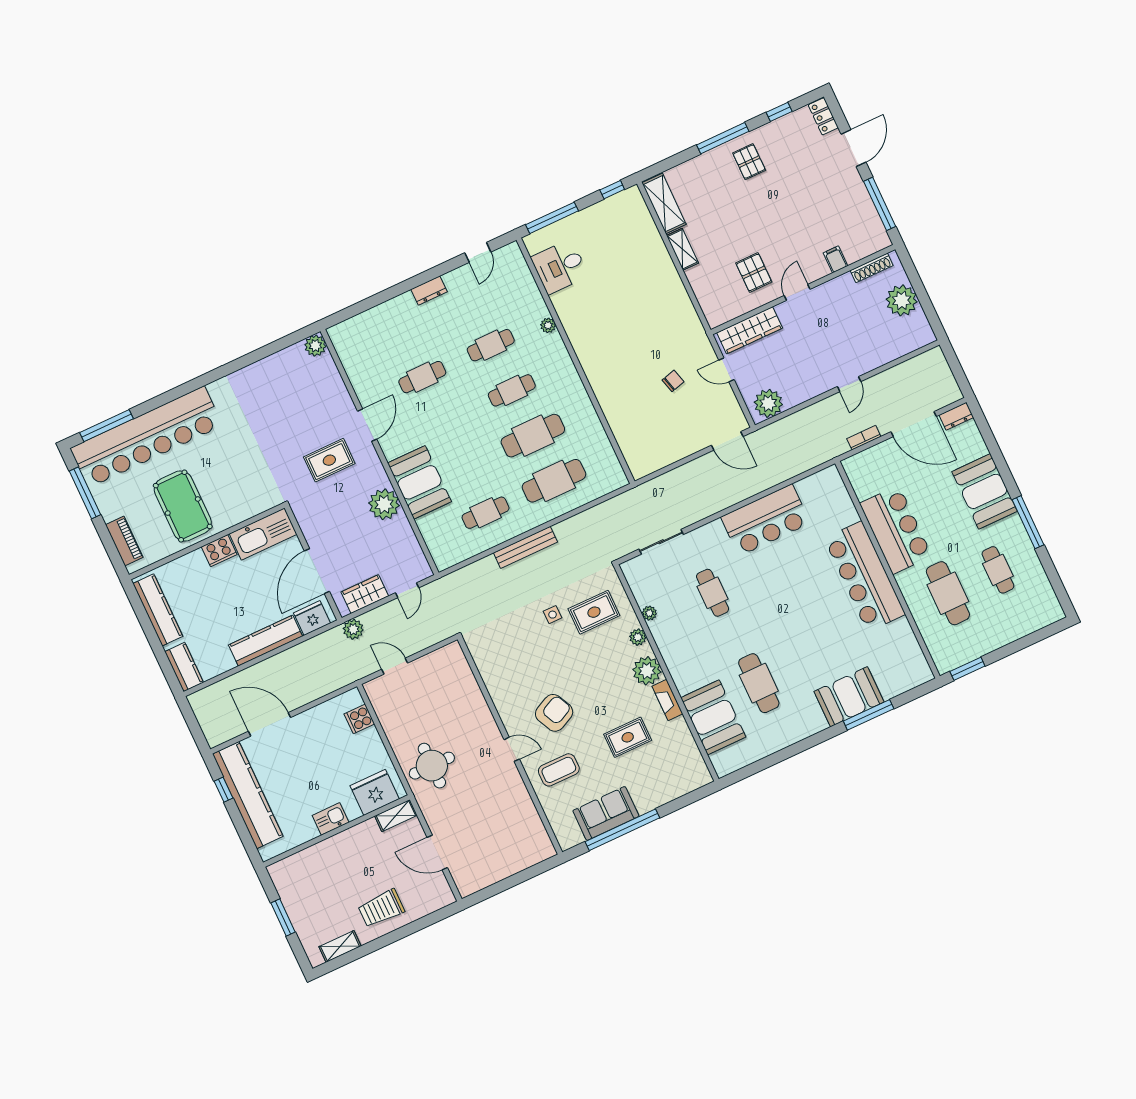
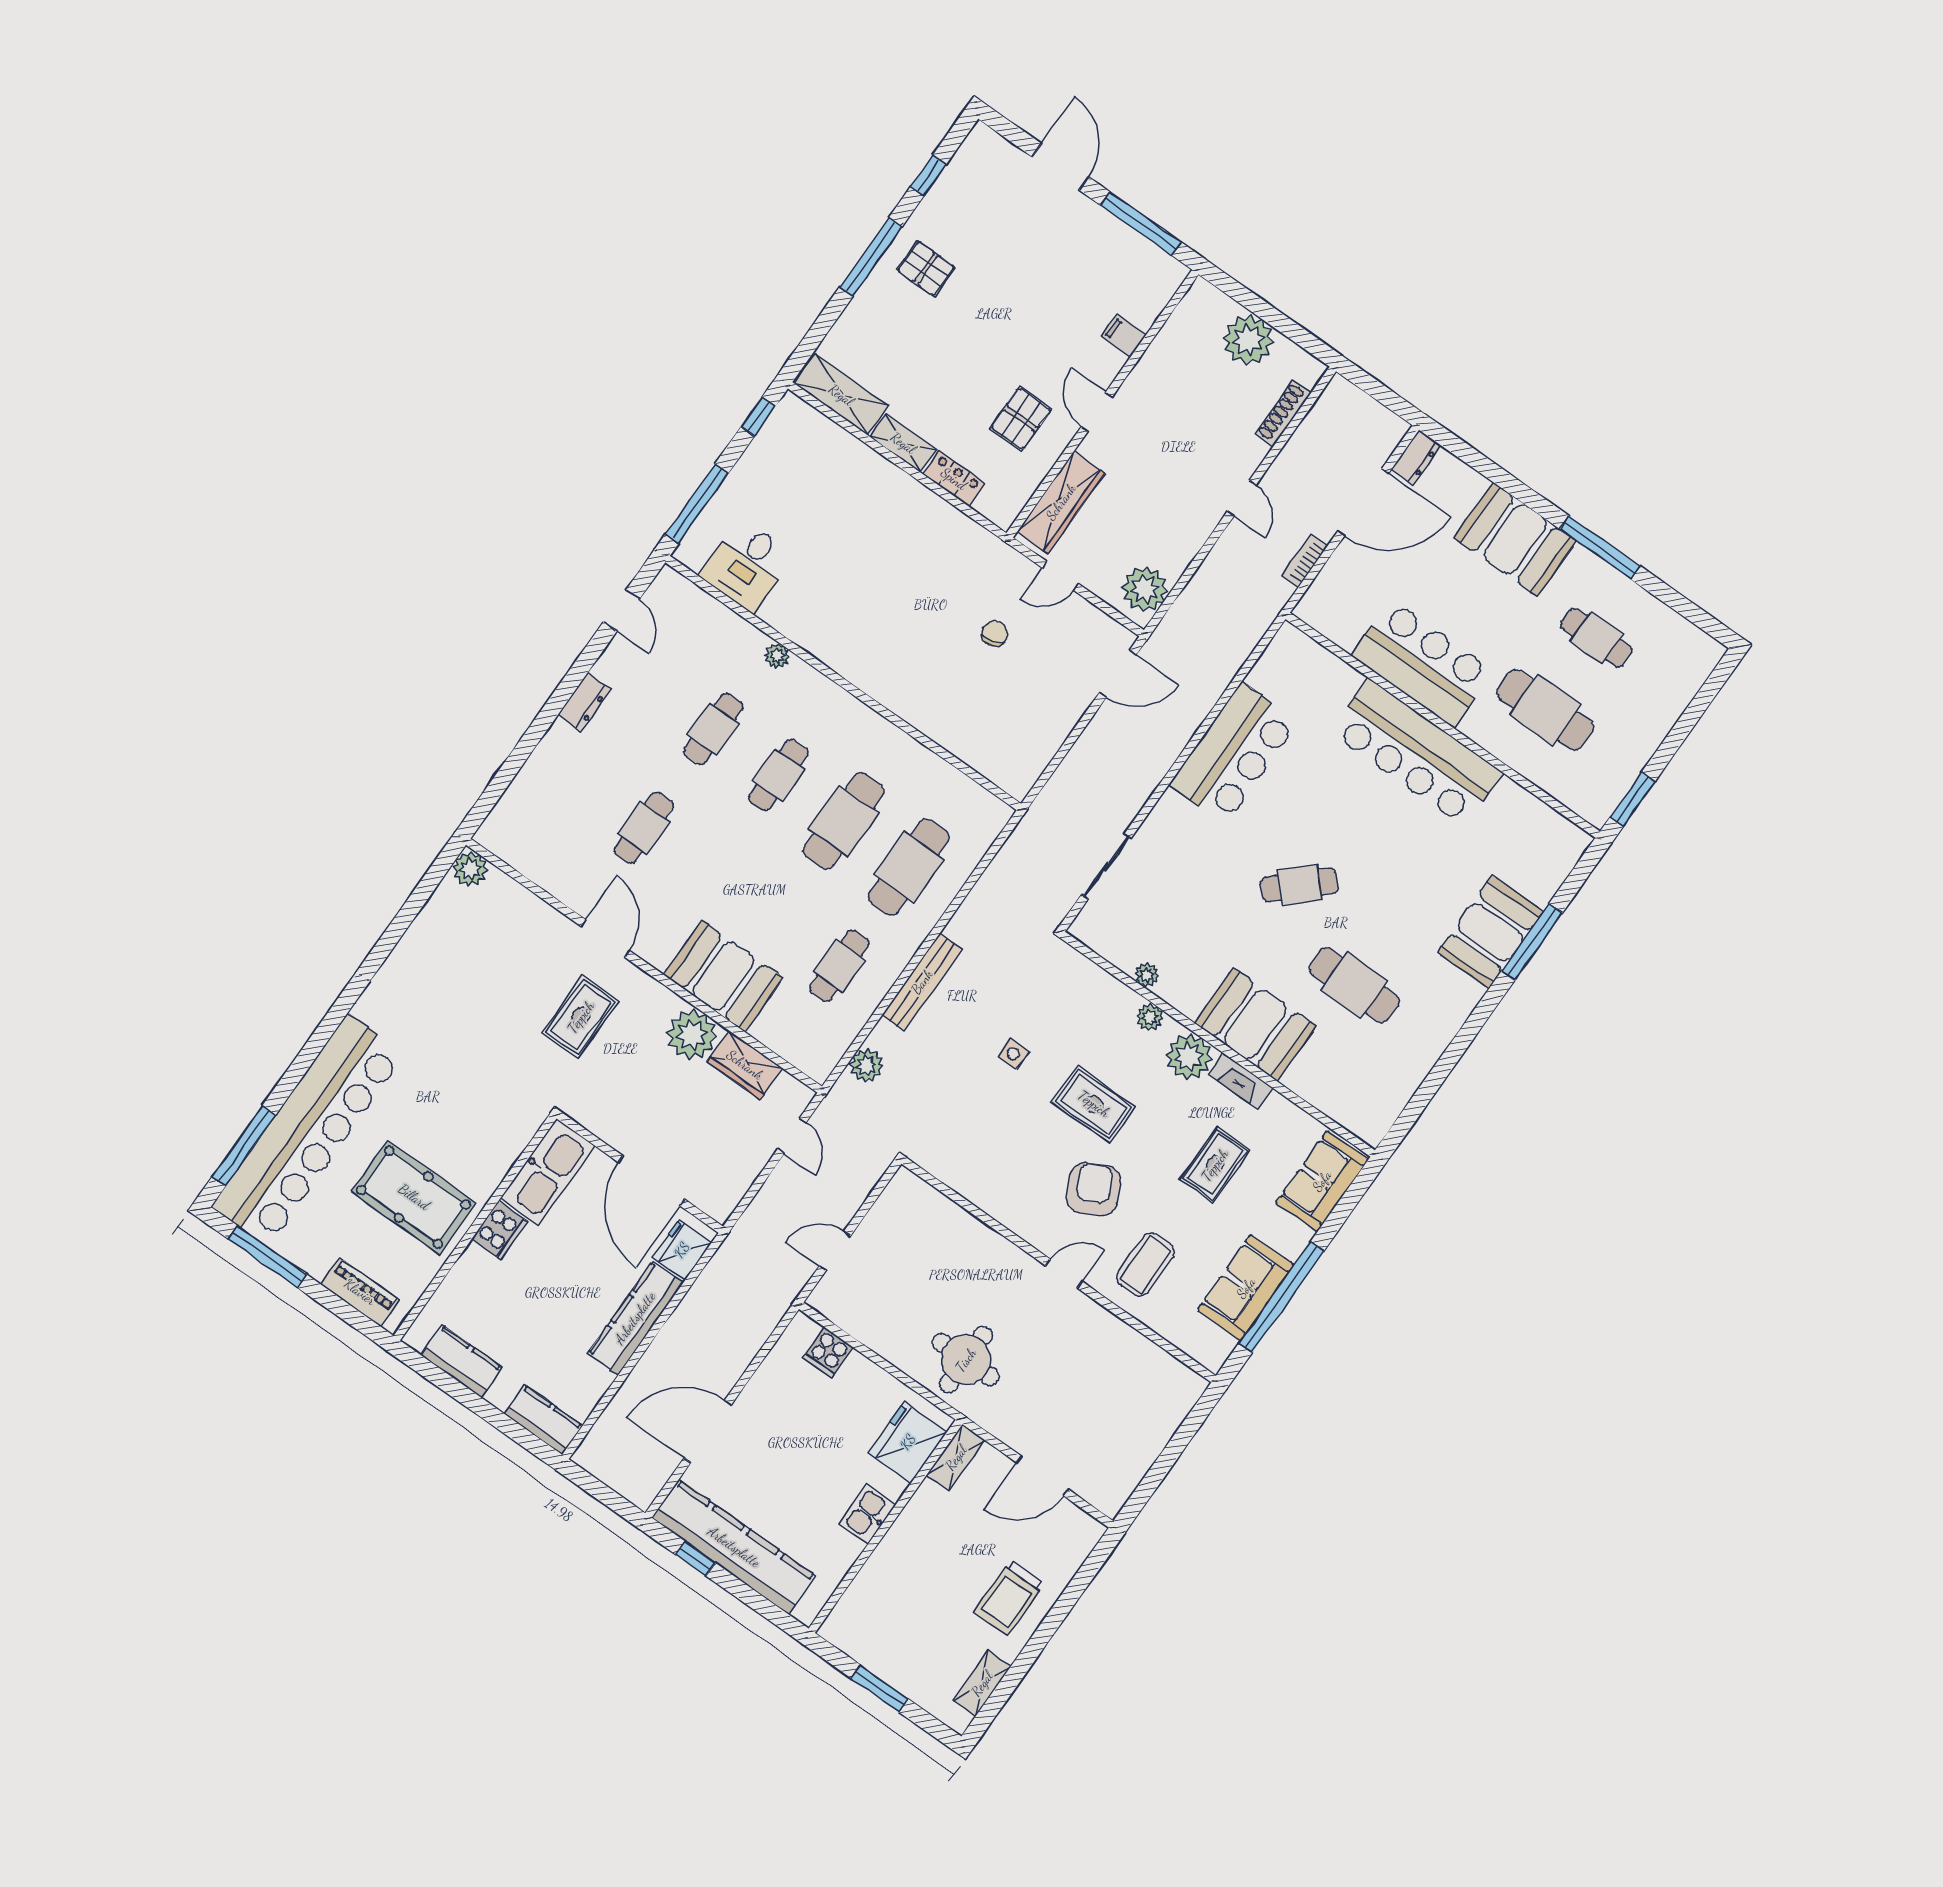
locker: (823, 116) -> (954, 479), moved, turned 180
shoe rack: (872, 268) -> (1283, 413), moved, turned 180
pallet: (754, 272) -> (1021, 419), turned 90
cafe table: (713, 593) -> (1299, 885), moved, turned -43
wardrobe: (365, 594) -> (745, 1065), moved, turned -90
kitchen counter: (158, 610) -> (462, 1361), width x0.67
rug: (594, 612) -> (1094, 1104), moved, turned 90
plant: (353, 629) -> (866, 1065), moved
booth: (713, 717) -> (1255, 1024), moved
sofa: (680, 779) -> (1322, 1181), added

